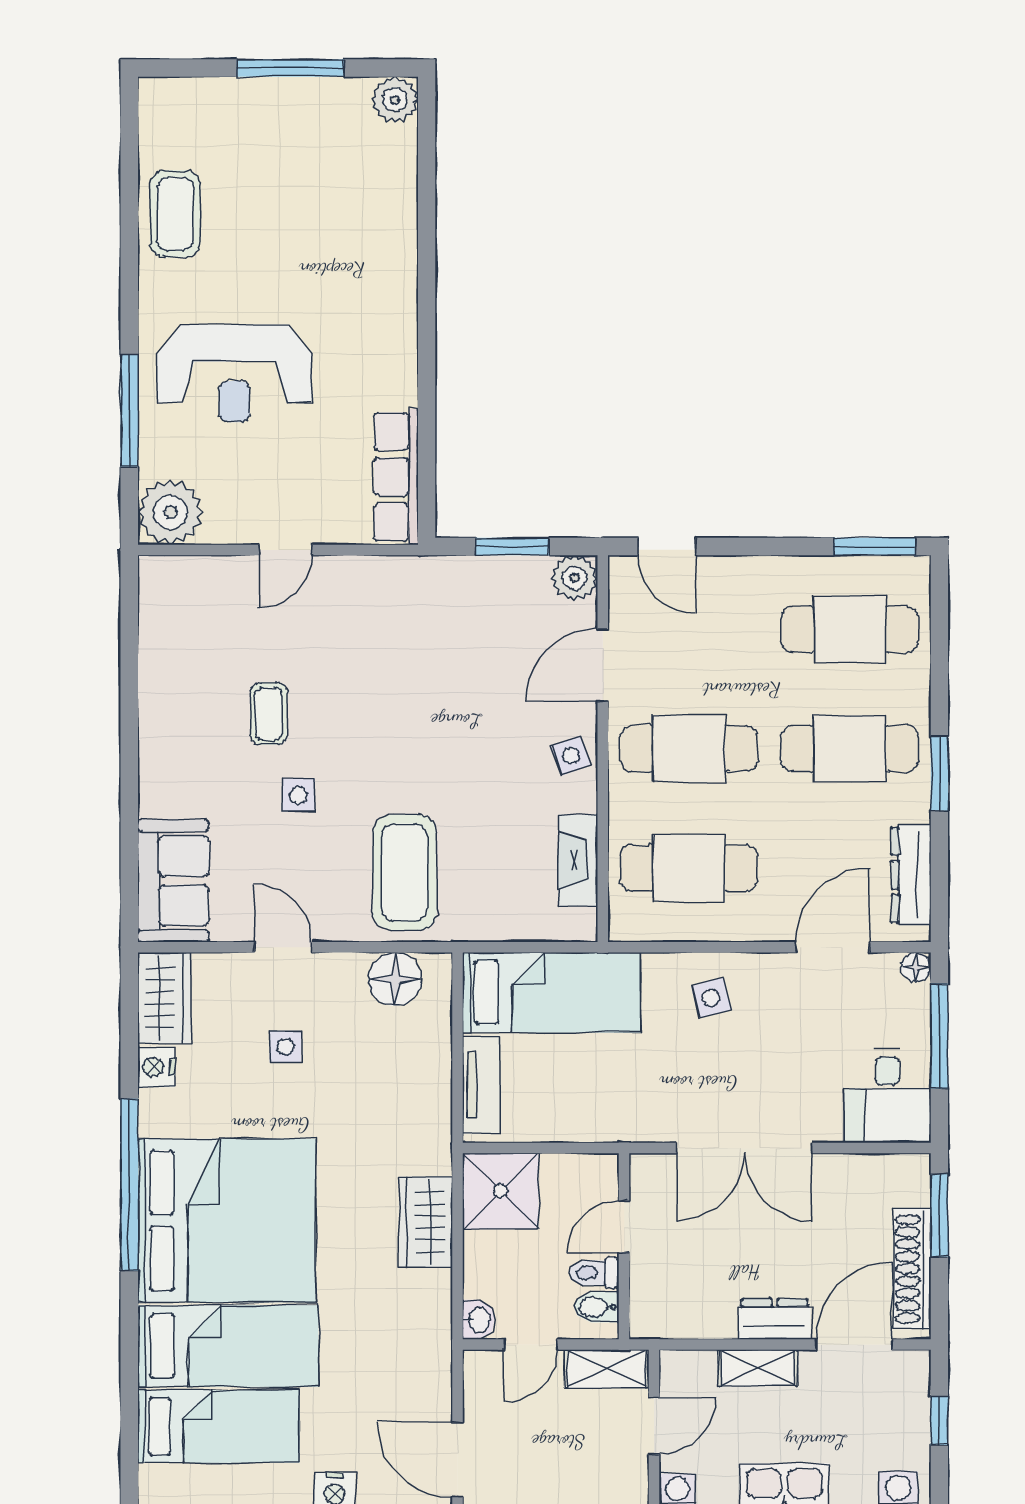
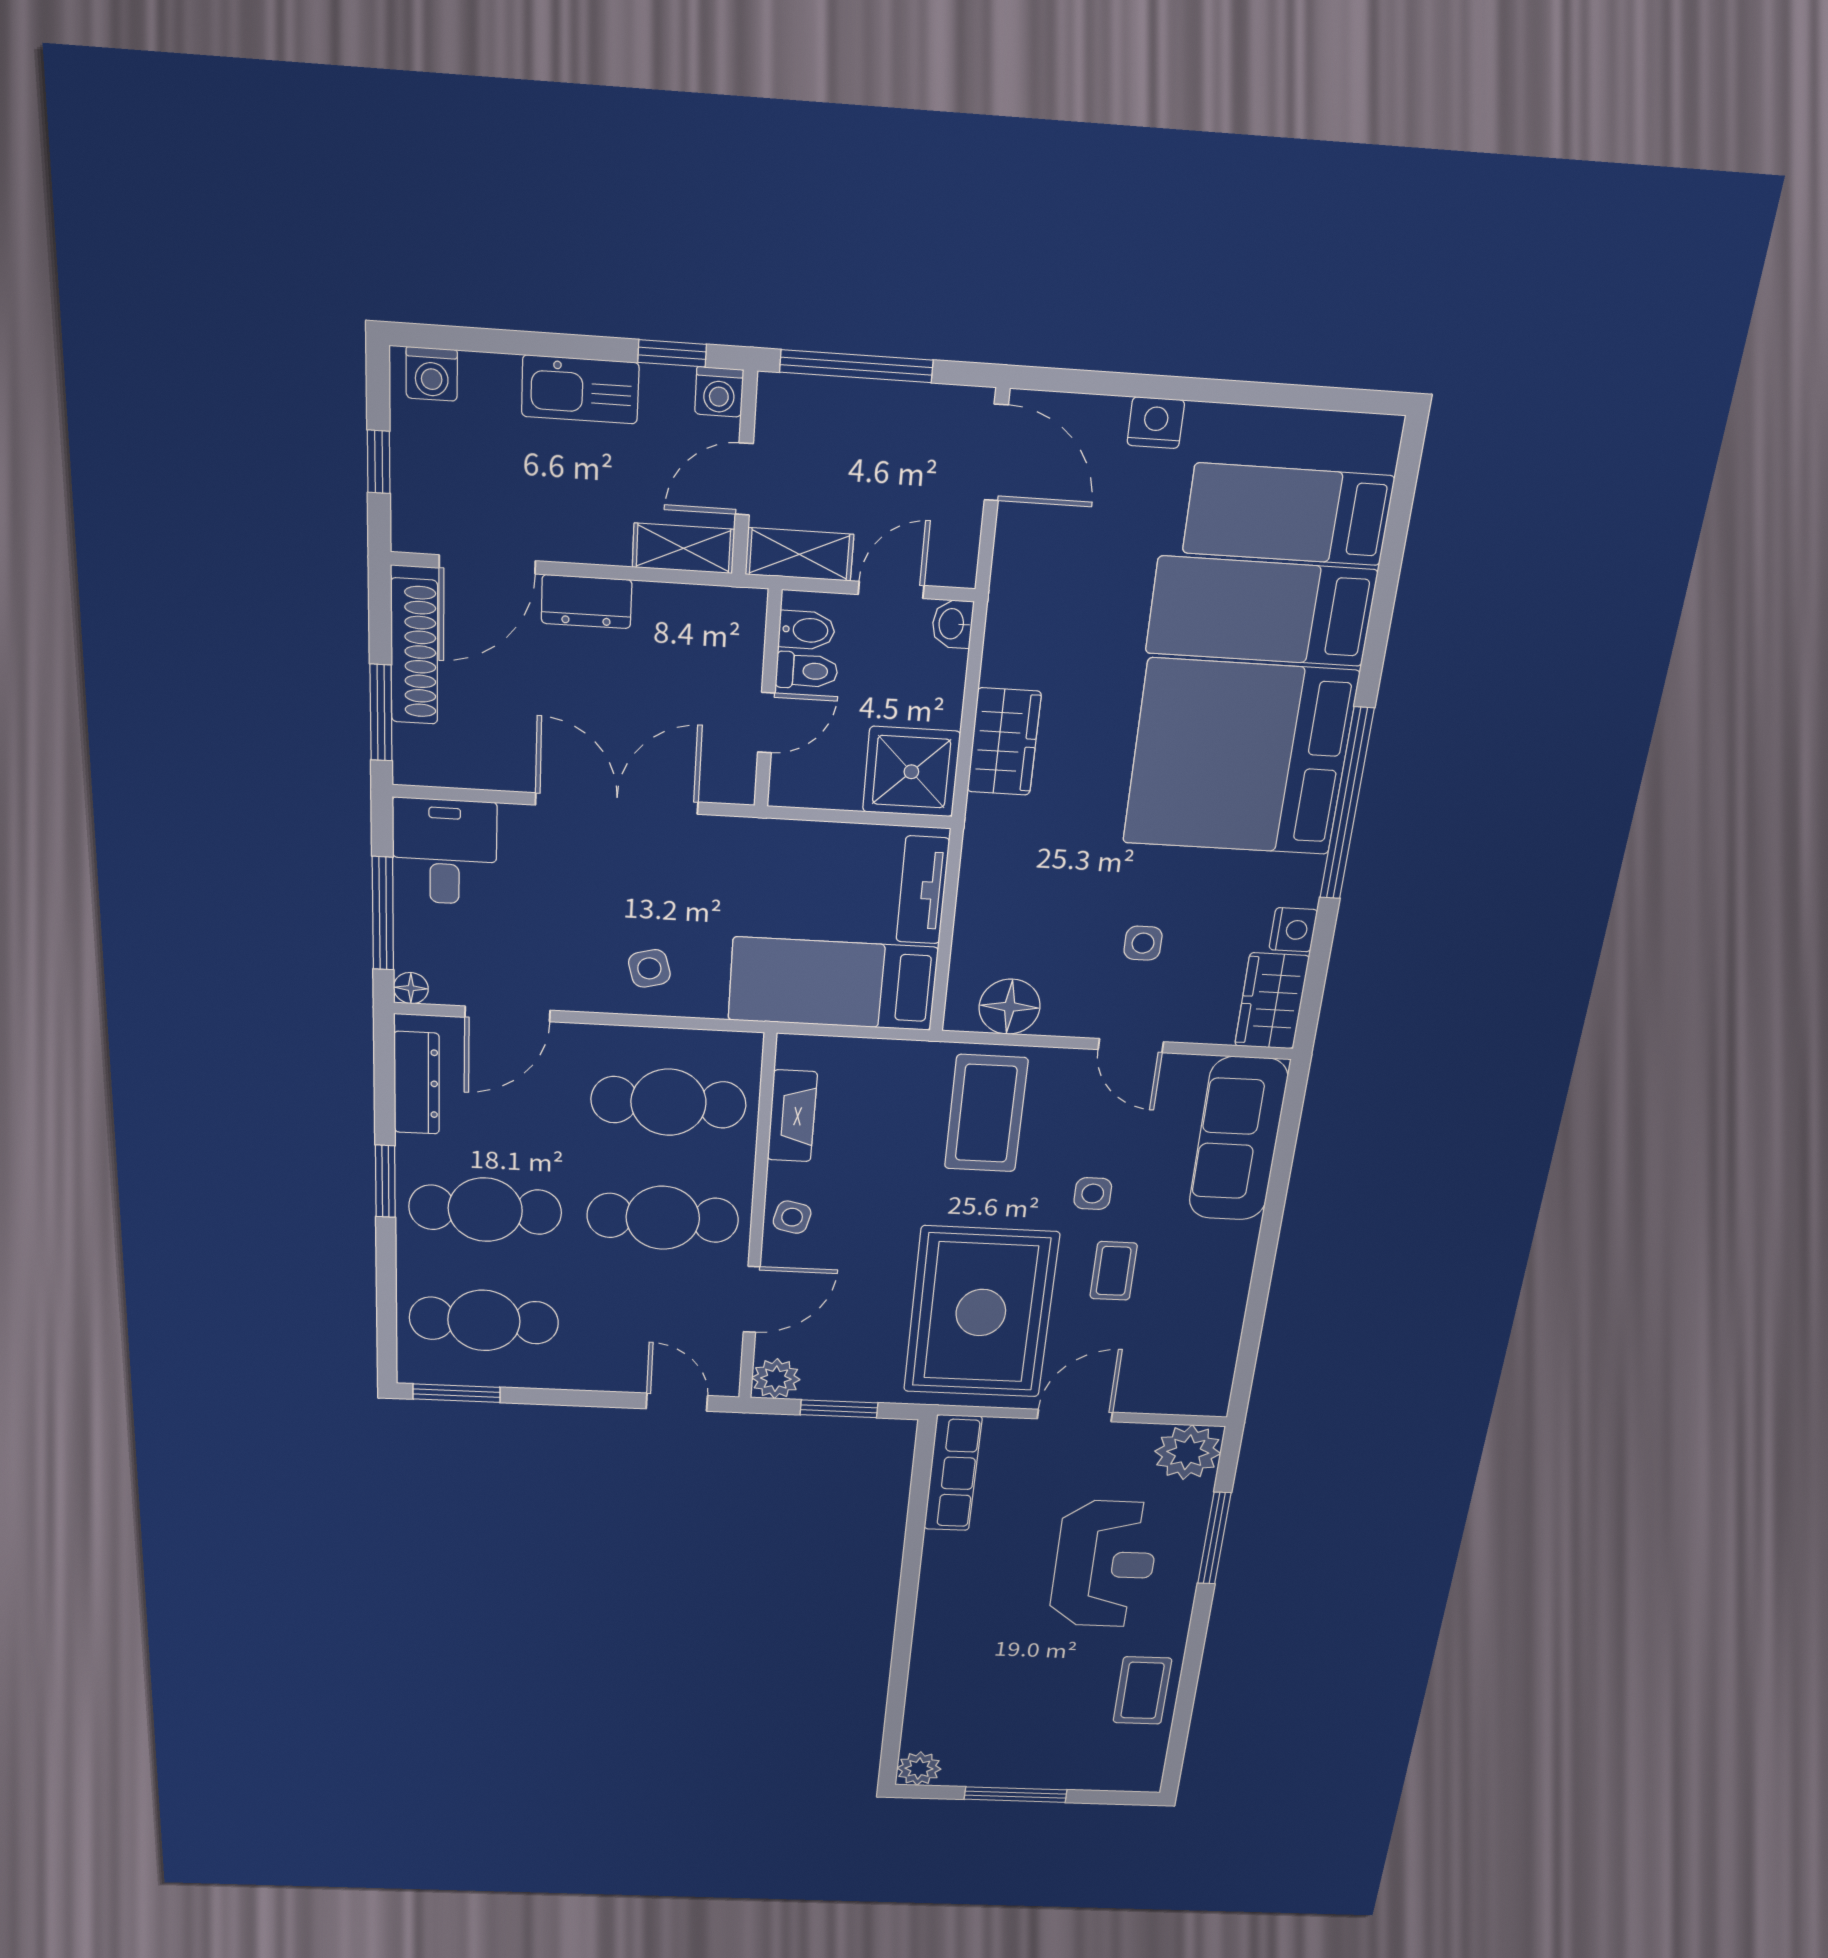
reception desk: (234, 373) -> (1105, 1564), turned 90
door: (286, 550) -> (1075, 1415), width x1.38
rug: (388, 662) -> (981, 1313), added
side table: (571, 756) -> (792, 1217), turned 33
sofa: (173, 881) -> (1238, 1139), width x1.36
shelving: (758, 1368) -> (683, 548), moved

